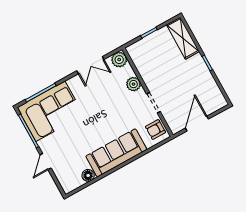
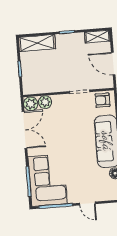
double door: (90, 65) -> (25, 130), width x1.37
plant: (134, 84) -> (45, 102), moved
shelving: (217, 96) -> (97, 37), added
armchair: (155, 130) -> (102, 100), turned 90

